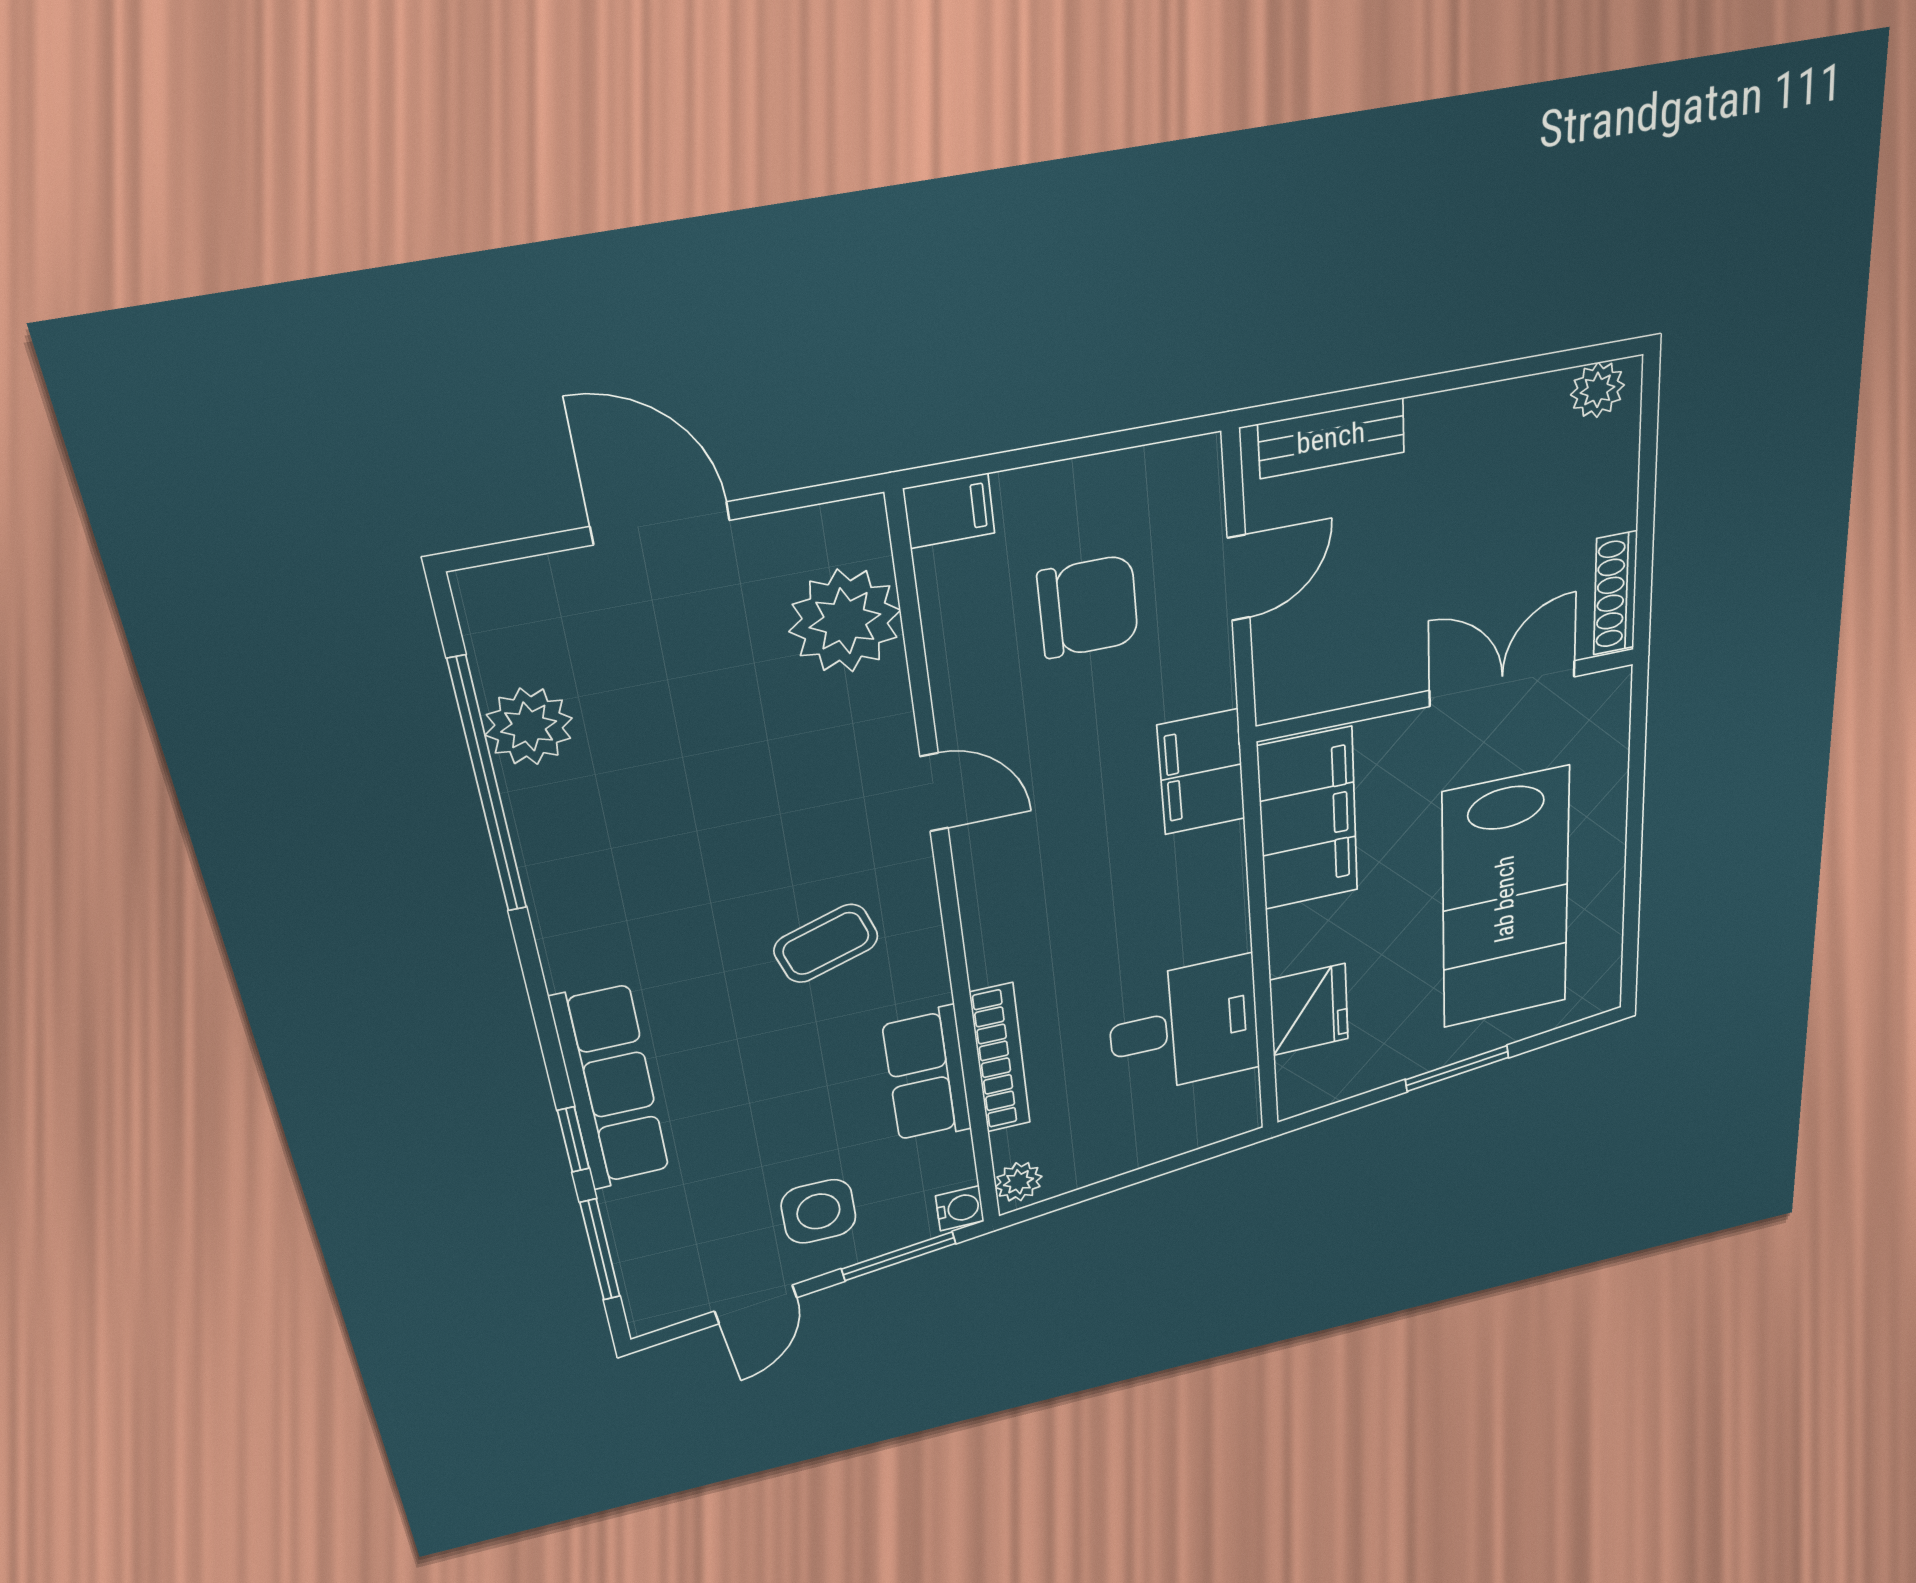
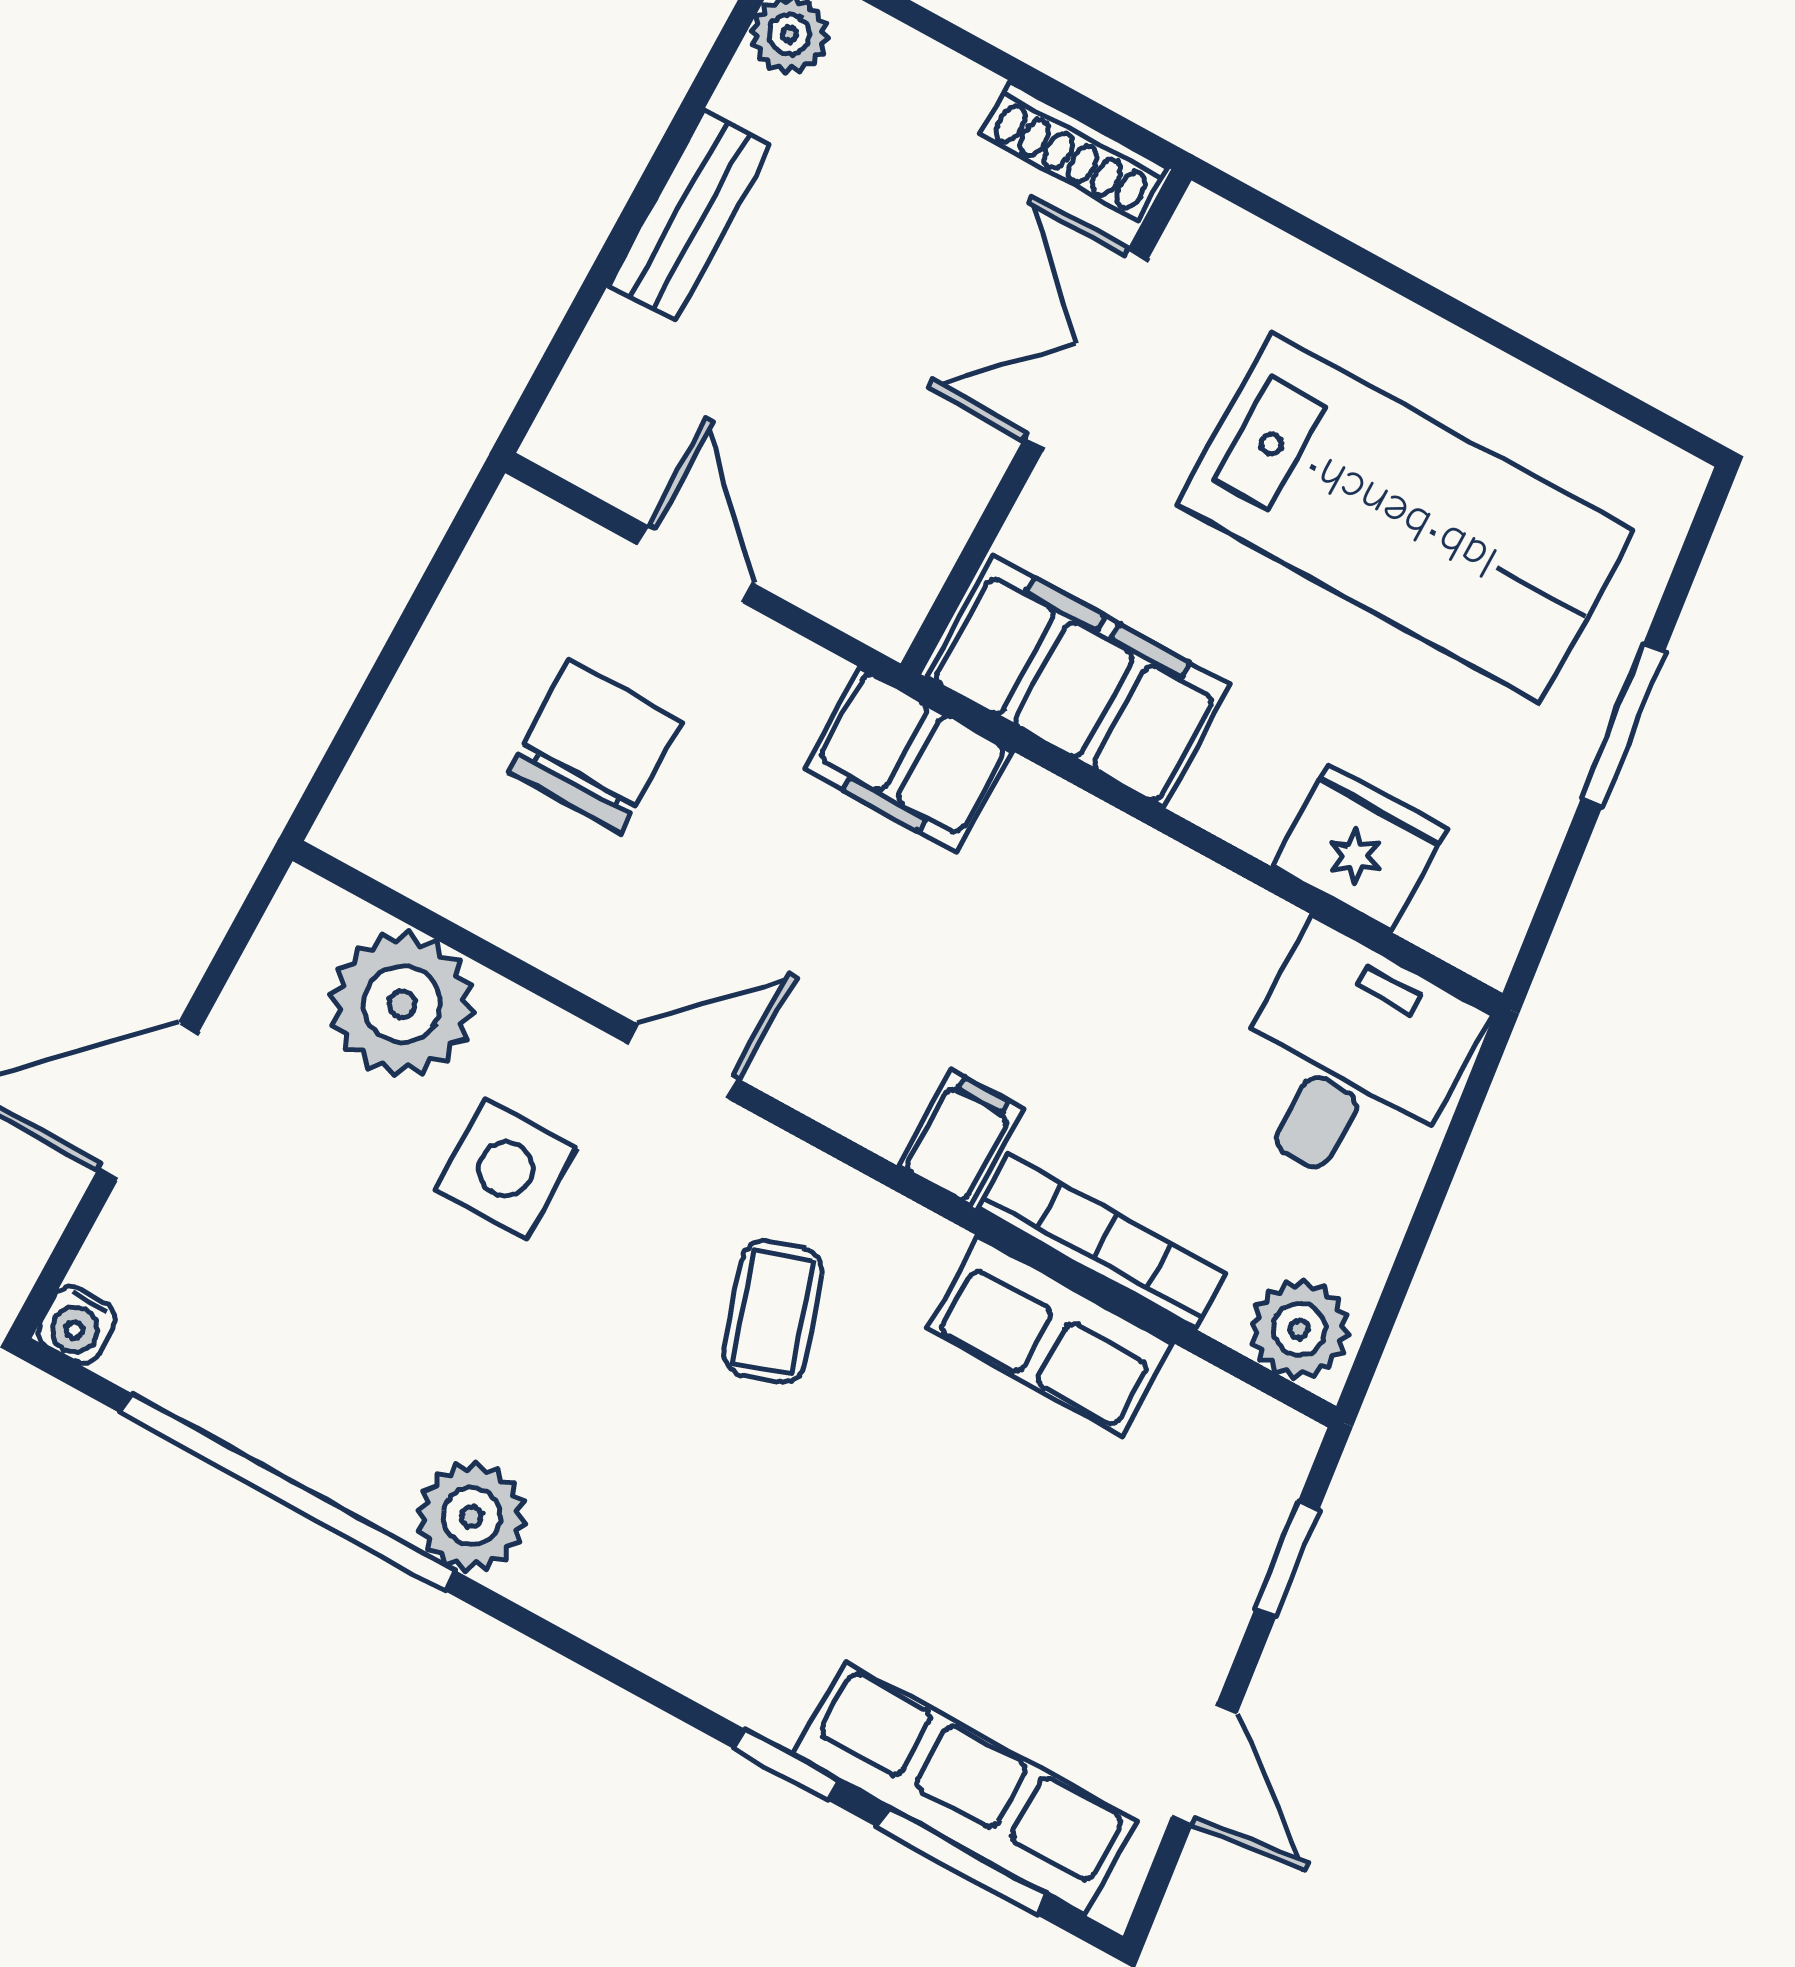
bench: (1331, 438) -> (689, 216), moved
filing cabinet: (949, 511) -> (960, 1138), moved
plant: (529, 727) -> (471, 1516), moved
desk: (1184, 1026) -> (1349, 1062), moved
row of seats: (610, 1087) -> (965, 1788), moved
plant: (1019, 1182) -> (1299, 1329), width x1.38, depth x1.38
water cooler: (960, 1208) -> (77, 1325), moved, turned 180
side table: (818, 1211) -> (506, 1169), moved
window: (899, 1256) -> (1287, 1559), width x0.67

